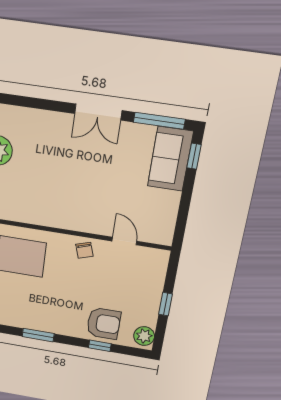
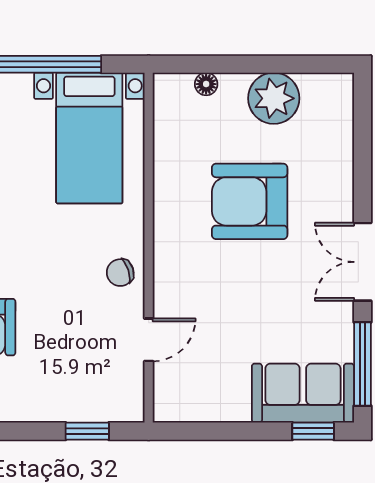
armchair: (54, 173) -> (250, 201), added
window: (165, 304) -> (87, 431), moved

